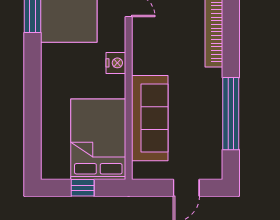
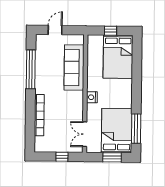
bed: (98, 139) -> (118, 57), moved

